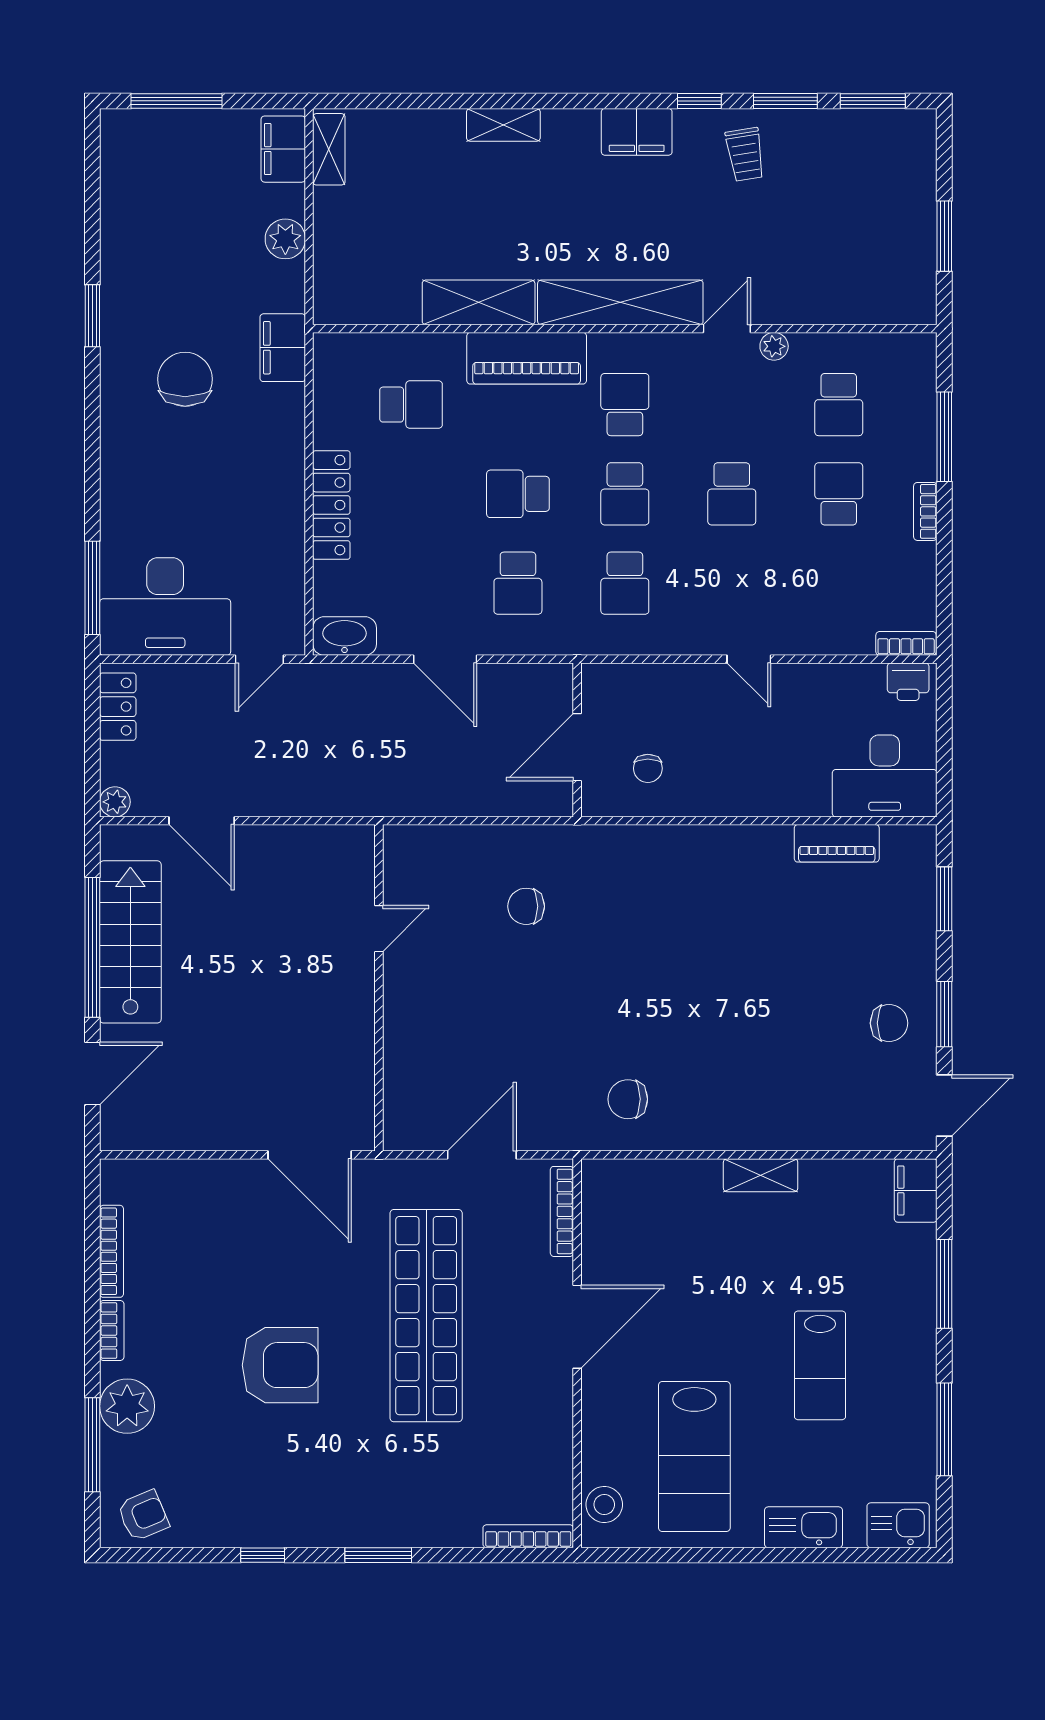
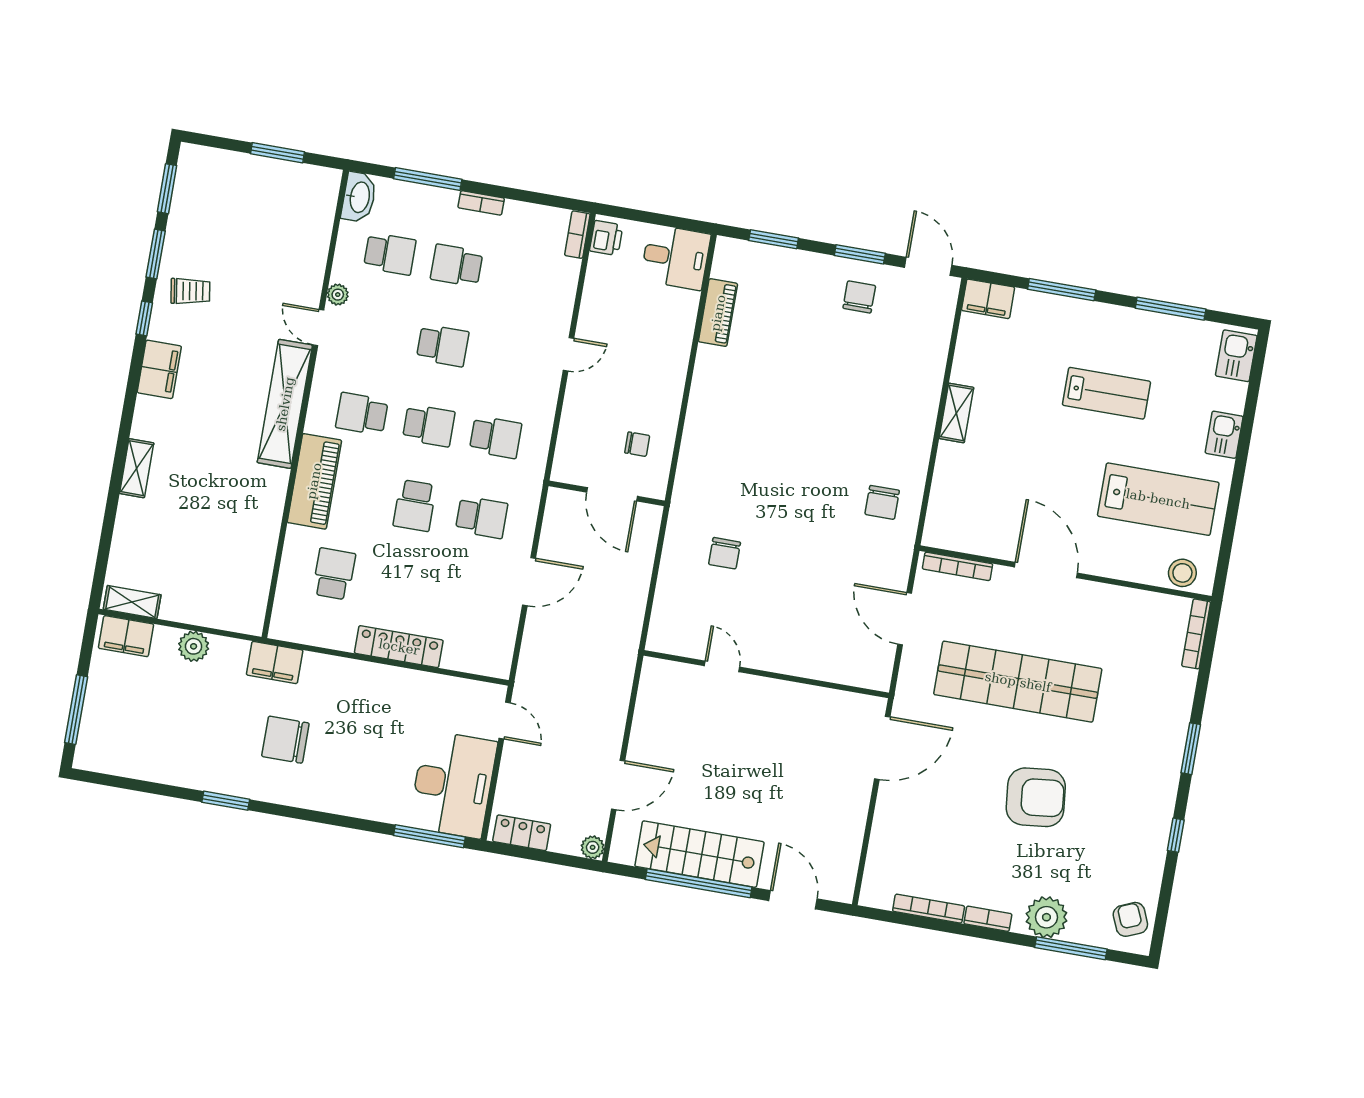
shelving: (479, 302) -> (266, 510), removed
washbasin: (345, 636) -> (359, 197), moved, turned 180
desk: (885, 776) -> (676, 257), width x0.73
armchair: (280, 1365) -> (1036, 797), turned 84
kitchen sink: (804, 1527) -> (1224, 435), width x0.73

